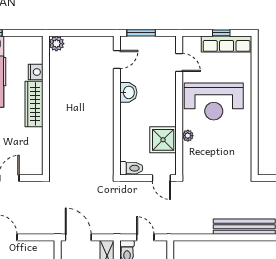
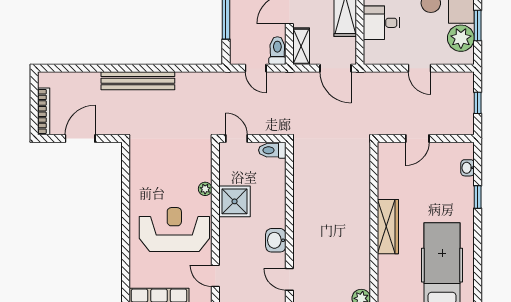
door: (117, 60) -> (289, 279), hinge flipped
nightstand: (36, 72) -> (386, 265), removed
shower: (163, 140) -> (235, 201), moved

